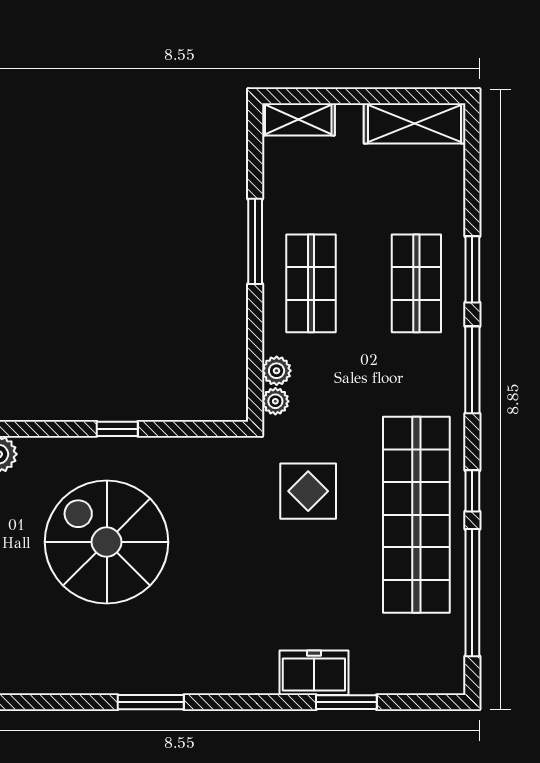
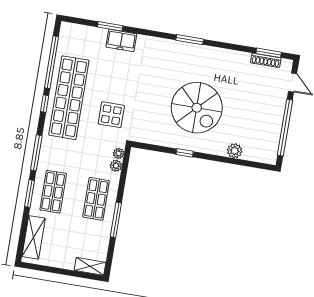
shelving: (415, 123) -> (34, 237), moved, turned 90

